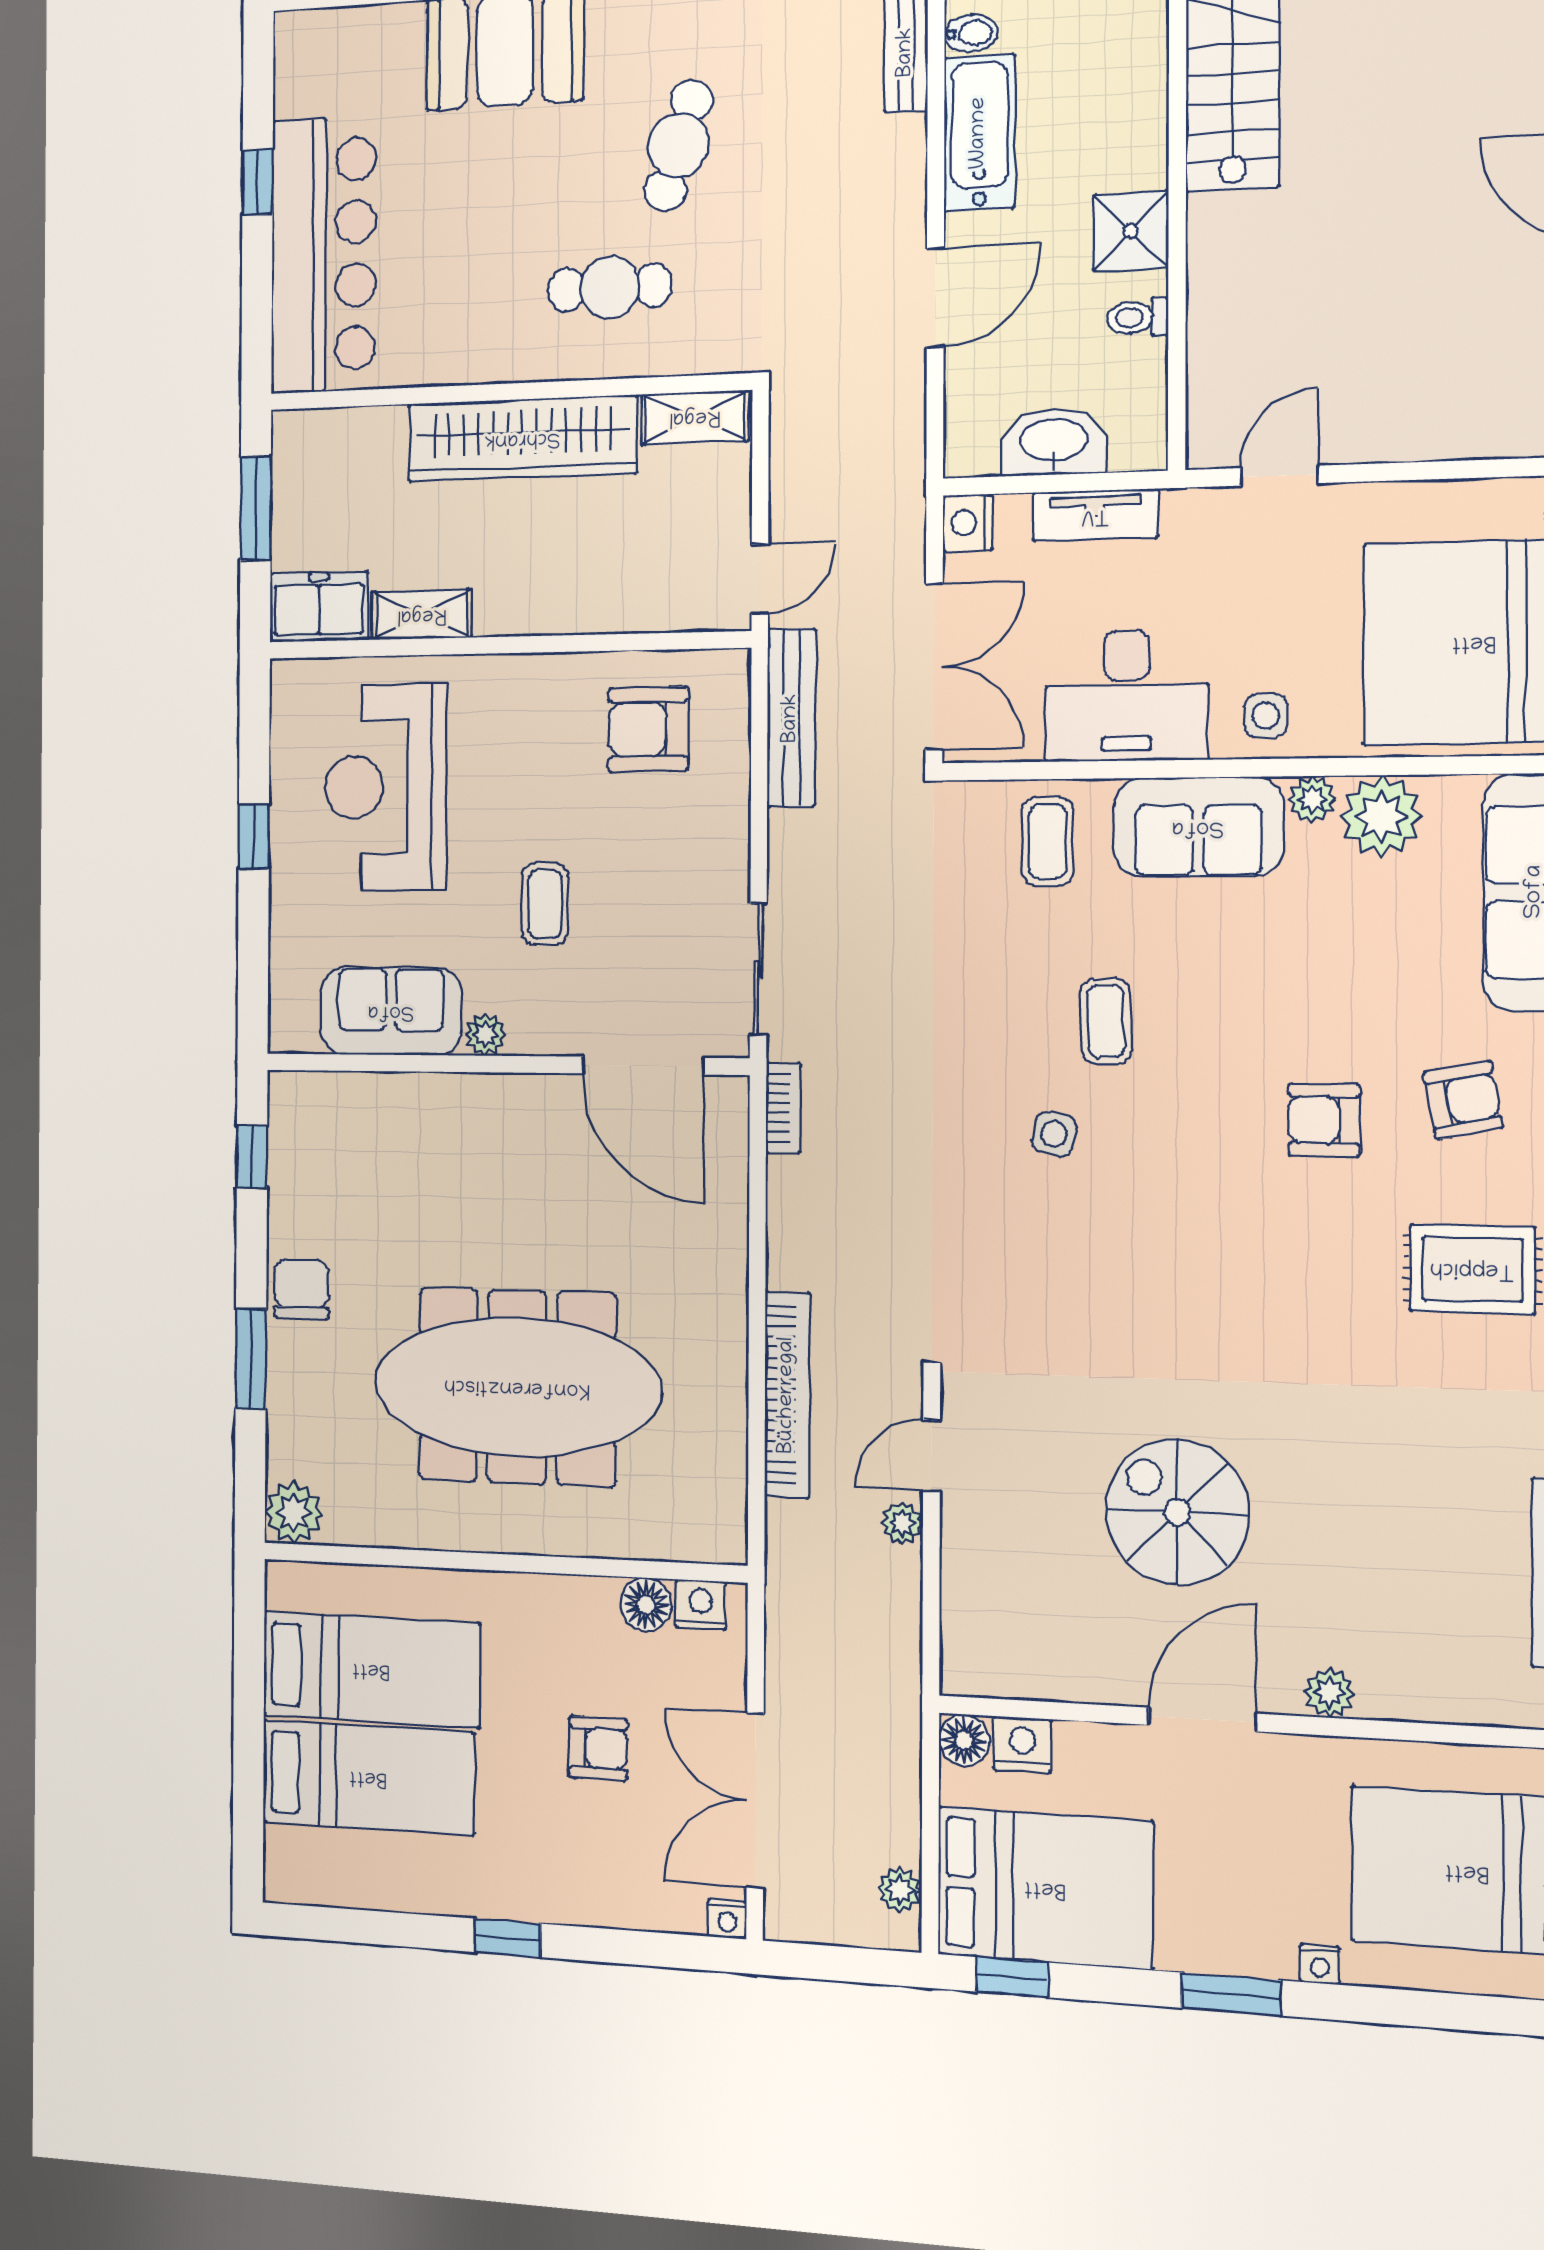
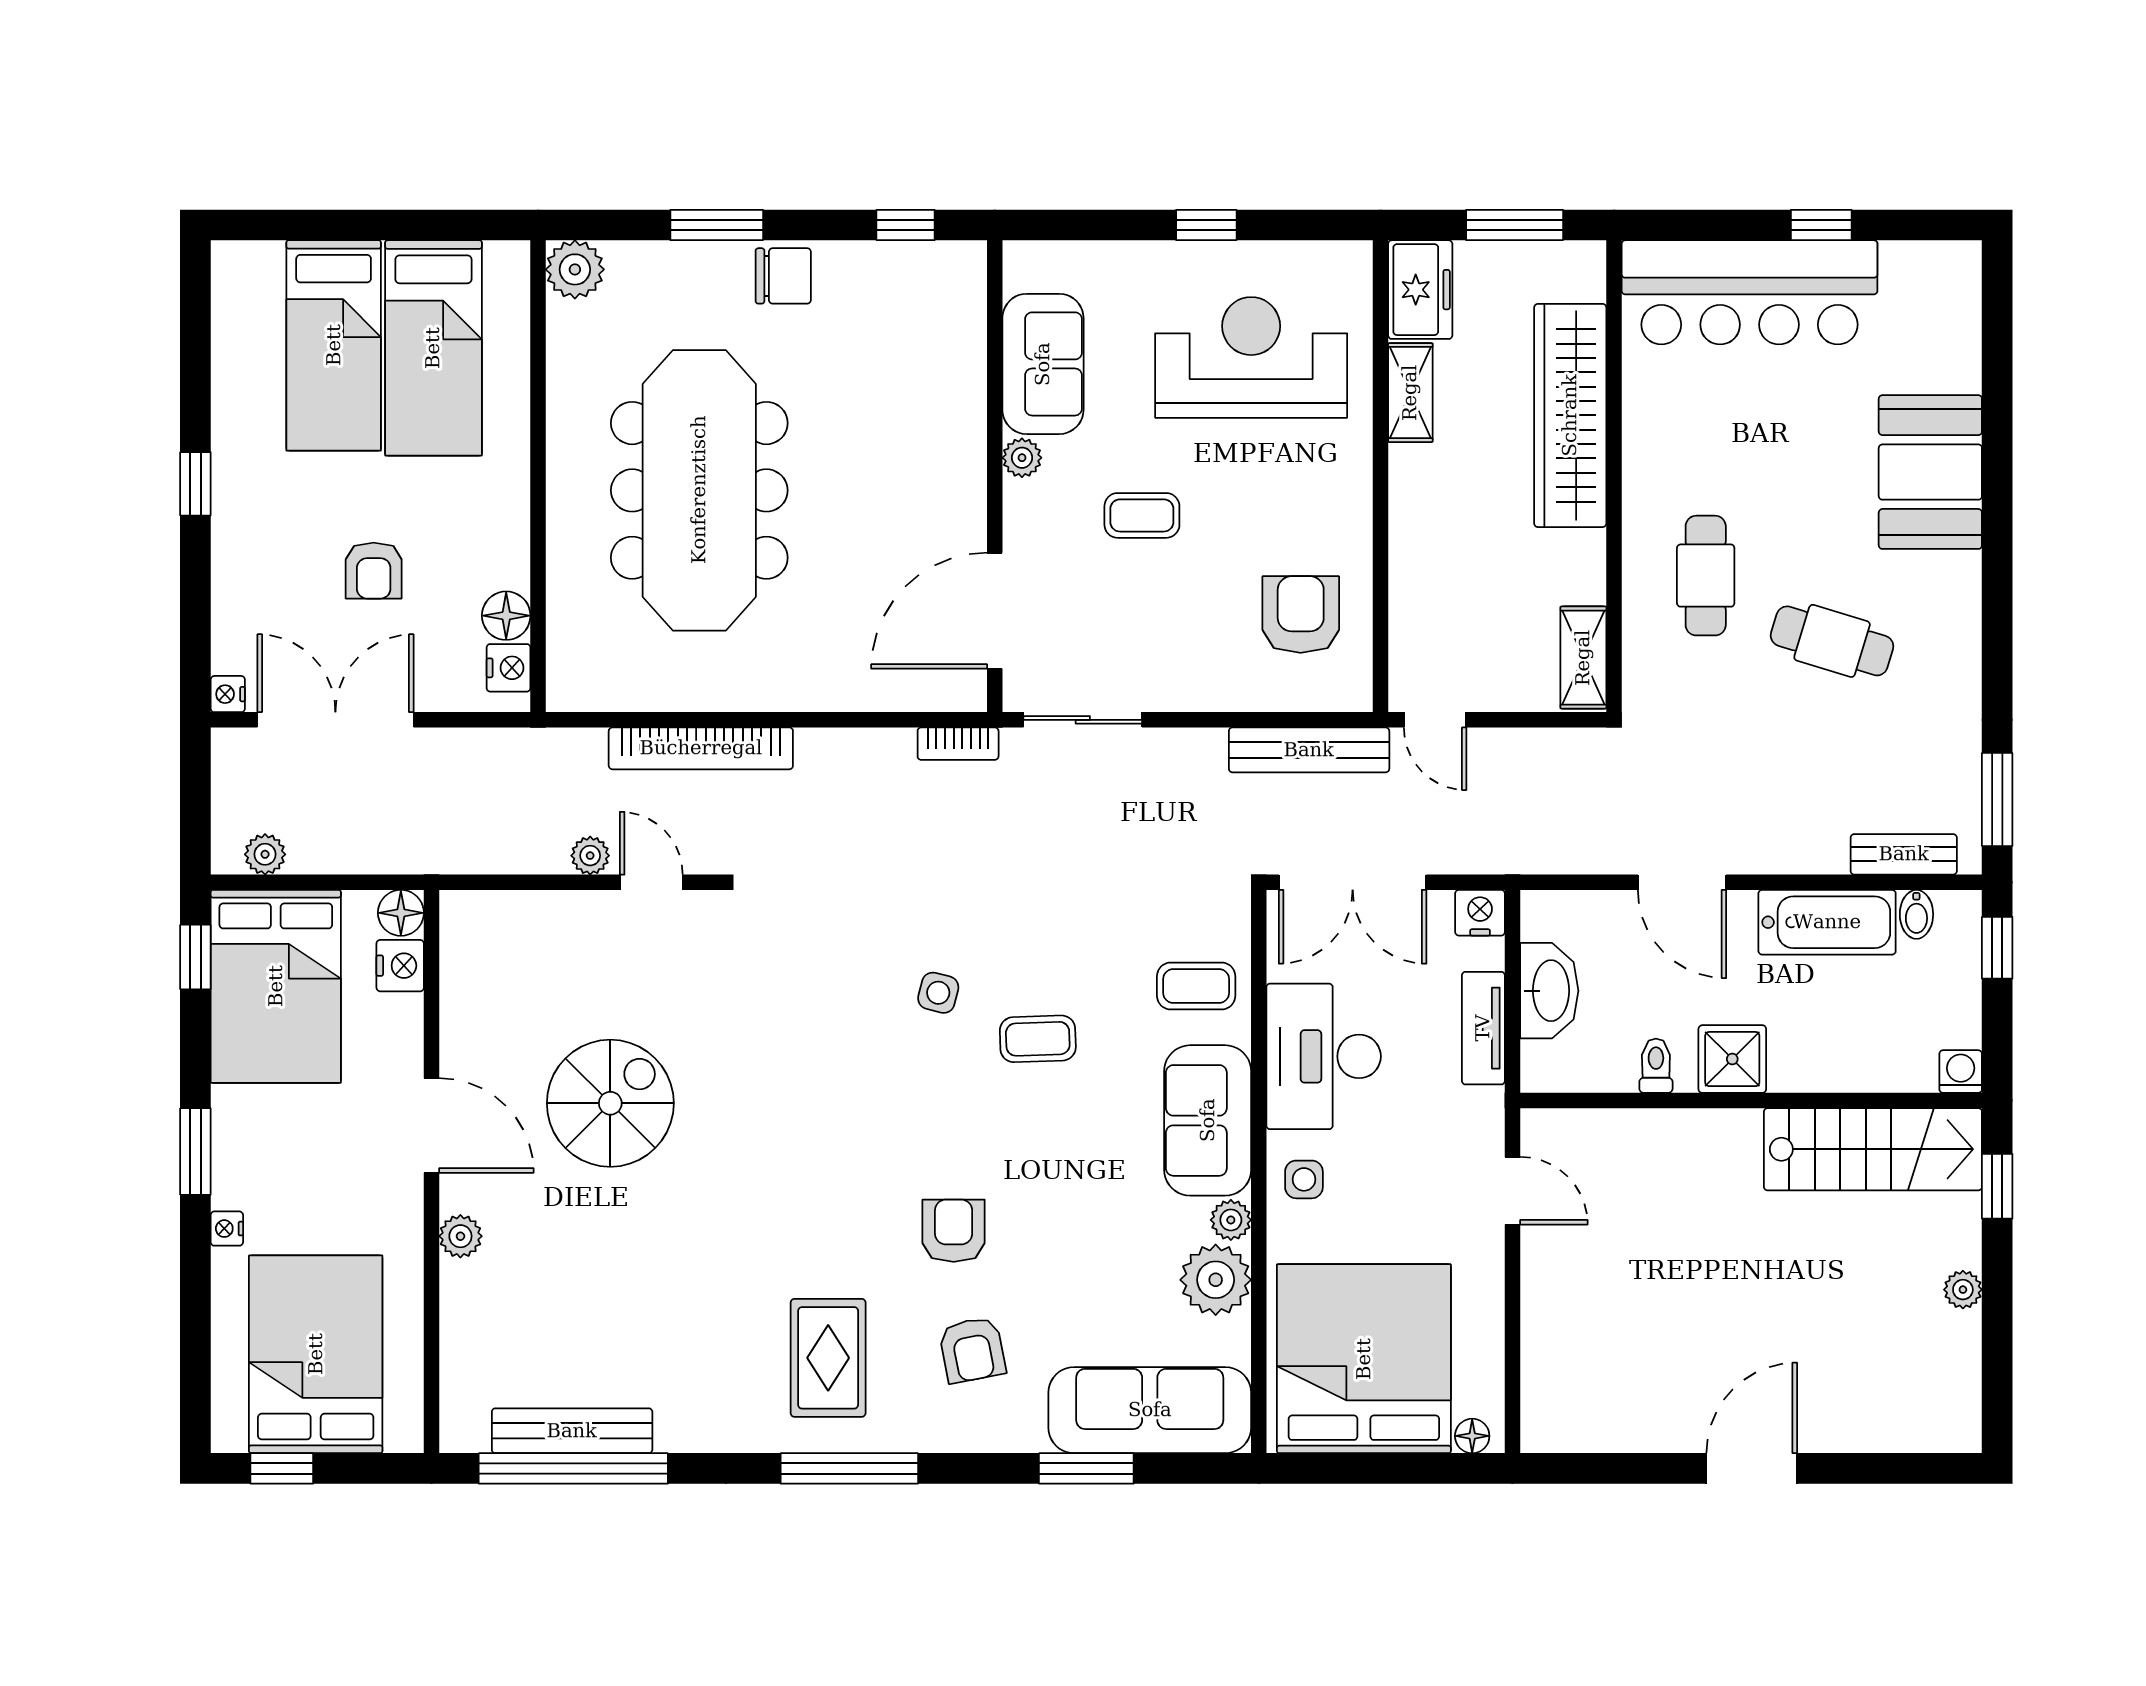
wardrobe: (522, 439) -> (1570, 415), moved

